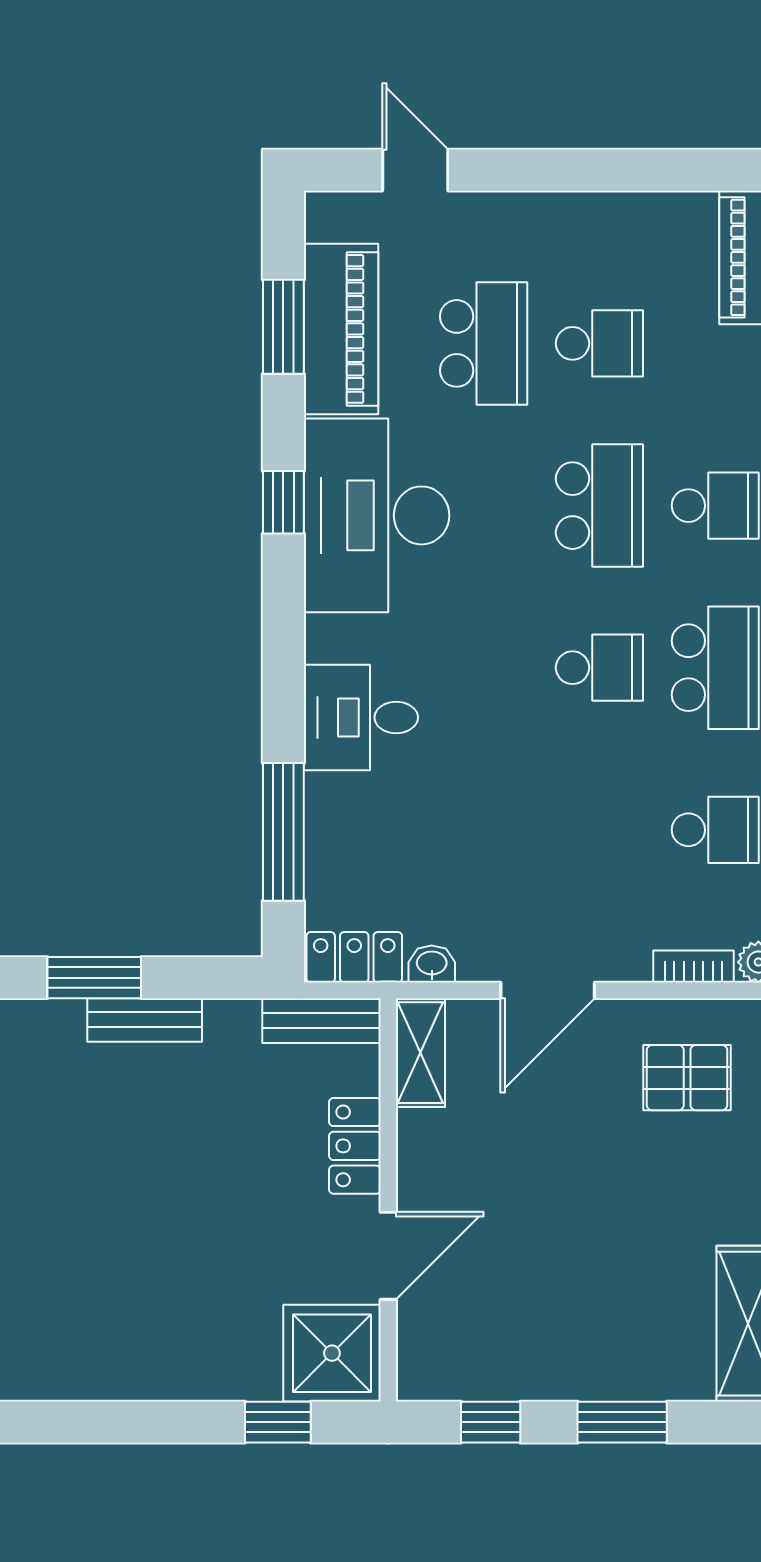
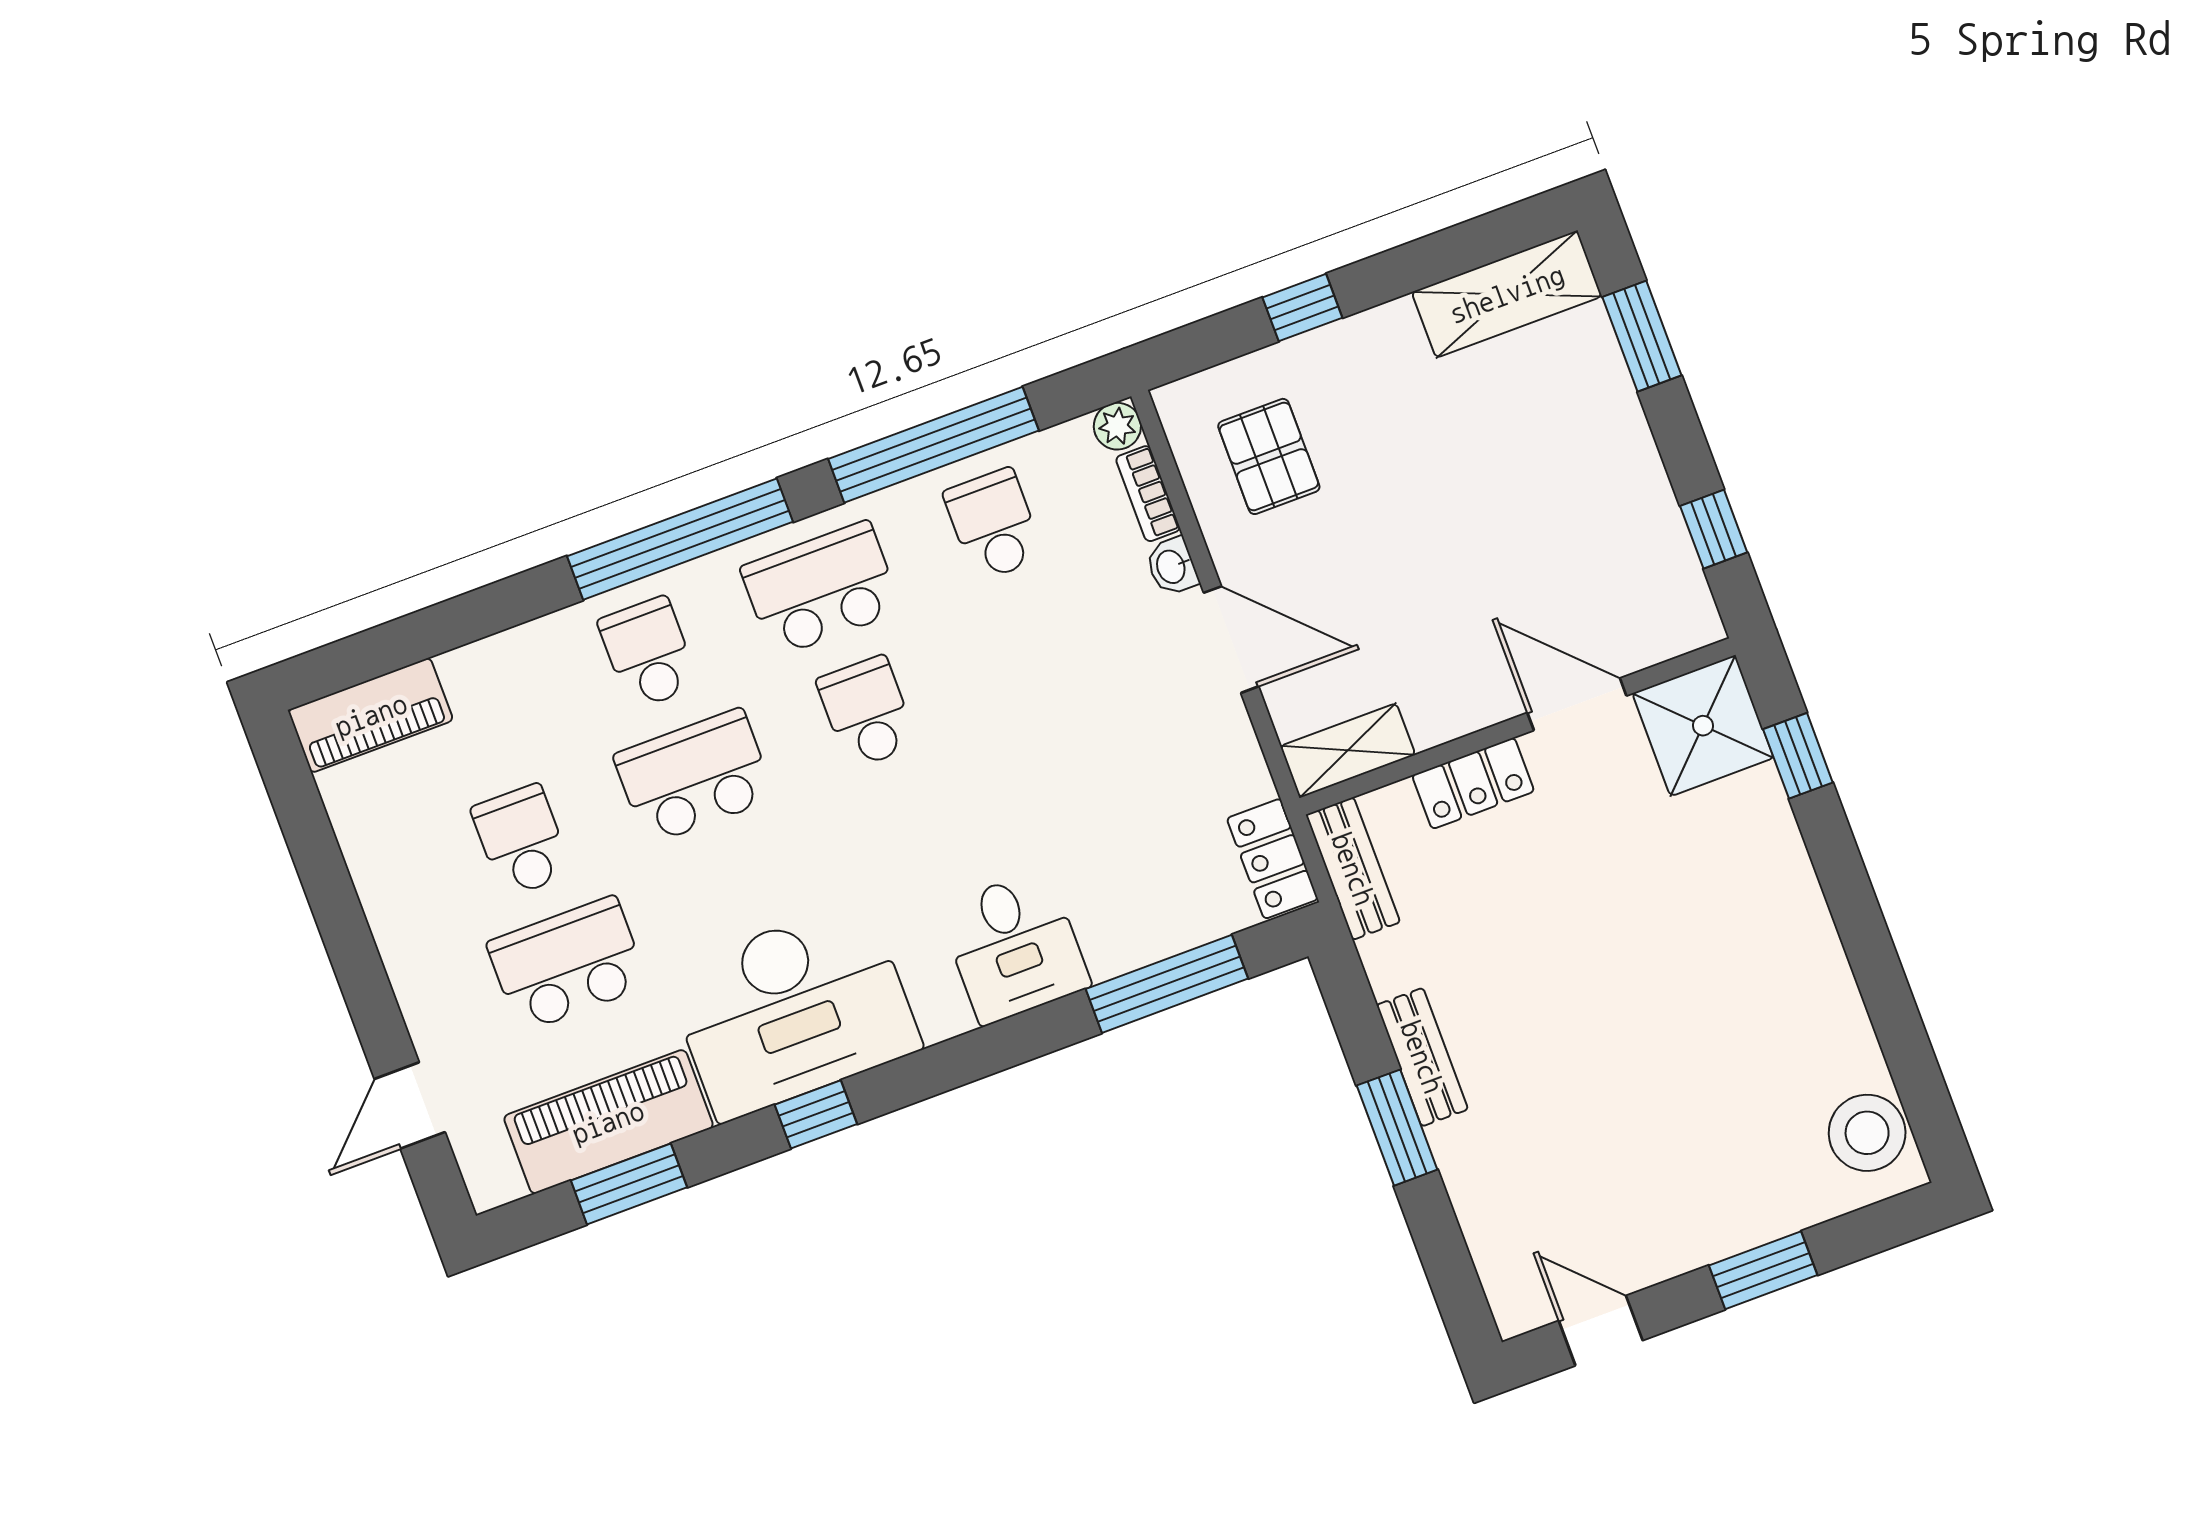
washbasin: (432, 964) -> (1172, 566), moved
window: (622, 1422) -> (1642, 336), moved

